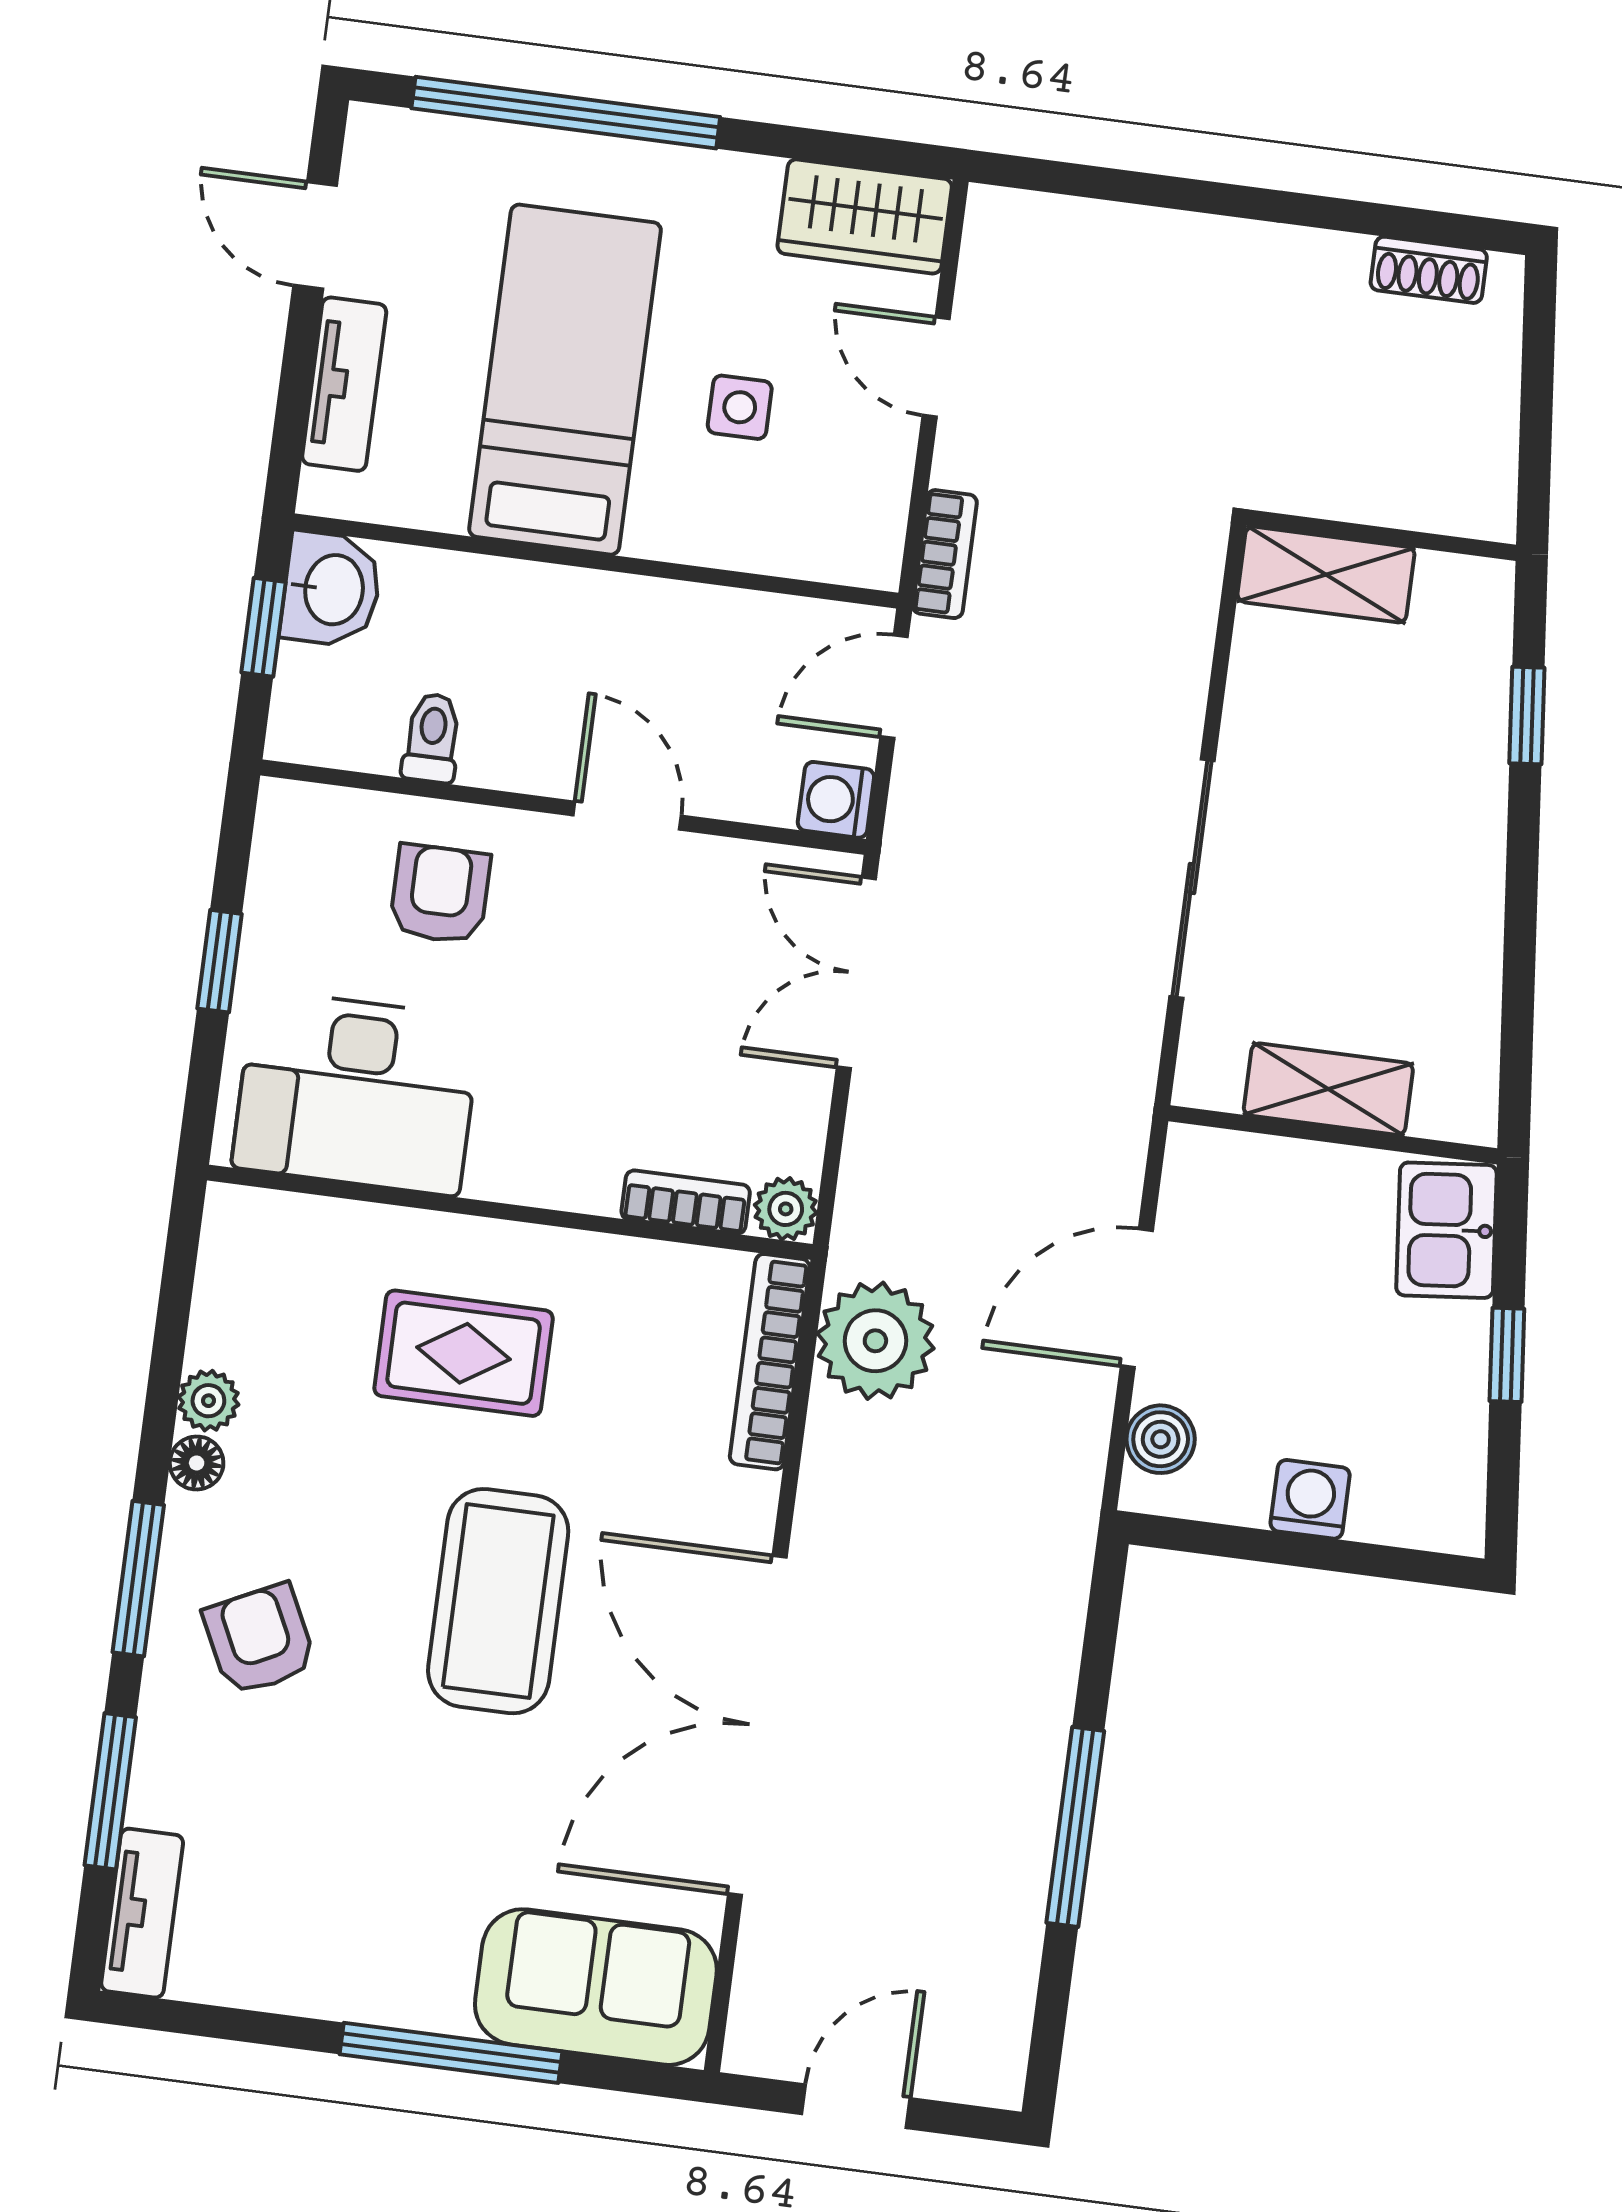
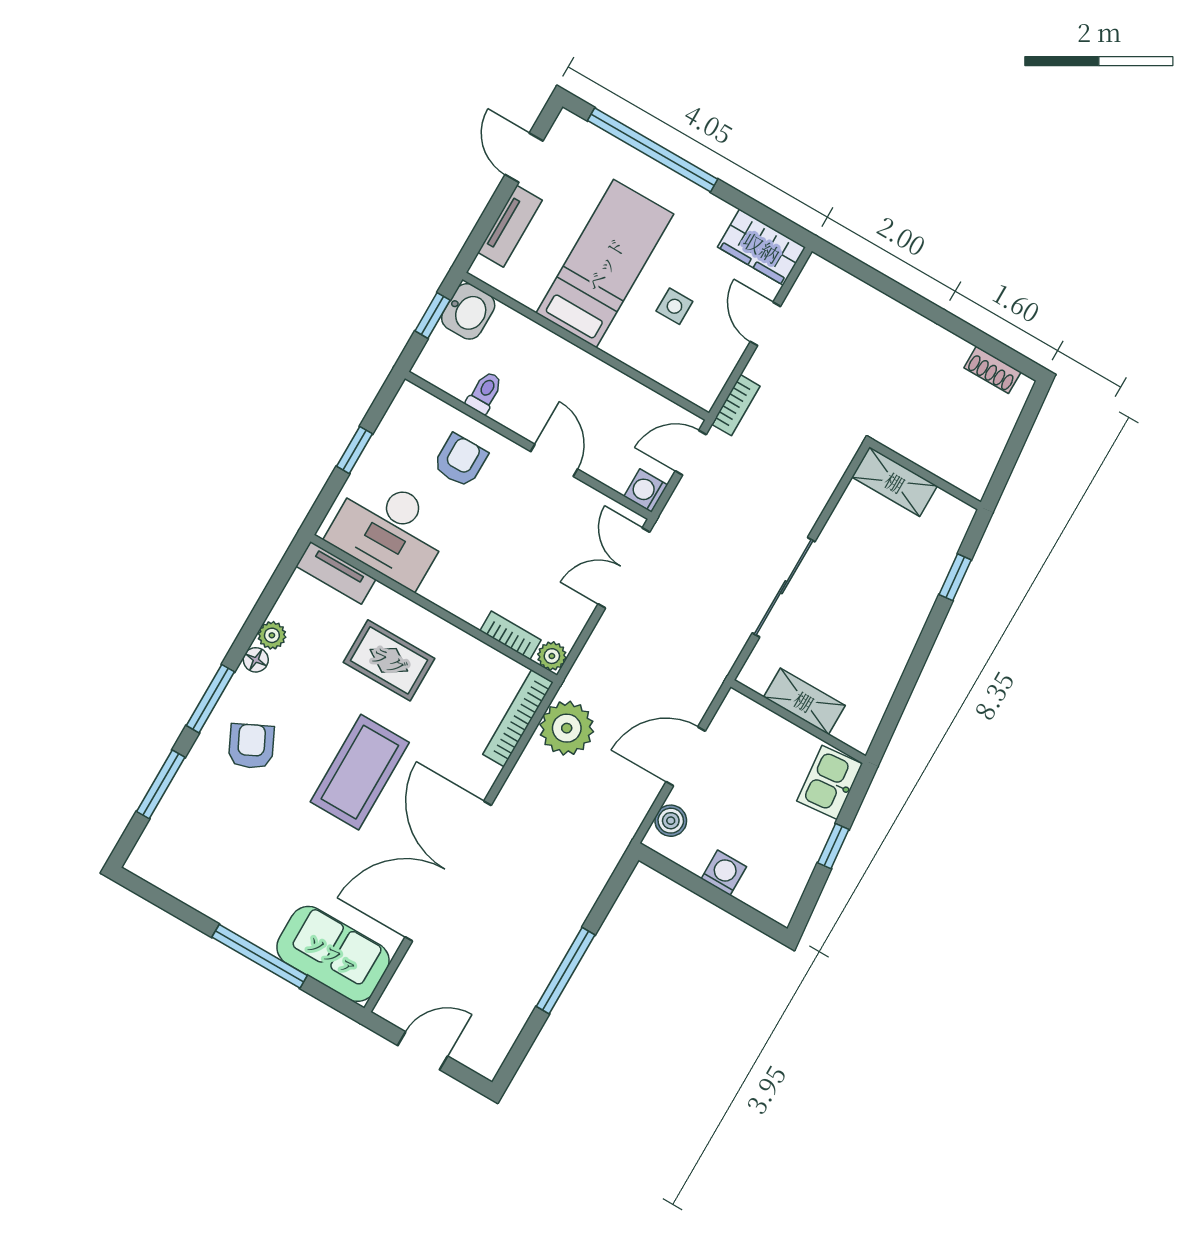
tv unit: (142, 1913) -> (336, 573), moved, turned 90

